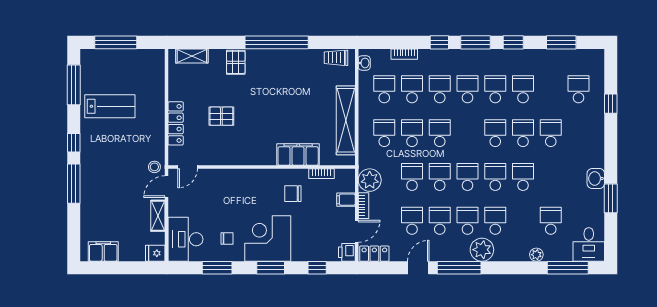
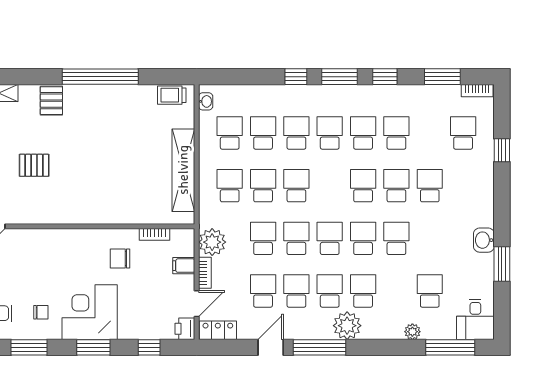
bookcase: (404, 54) -> (477, 91), moved
filing cabinet: (298, 154) -> (126, 211), removed

